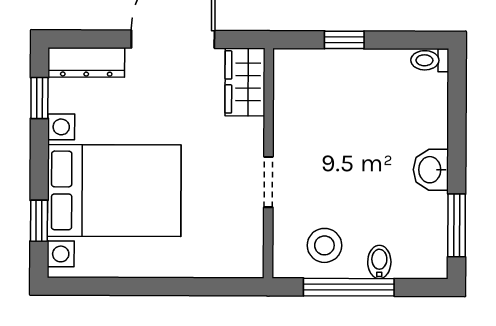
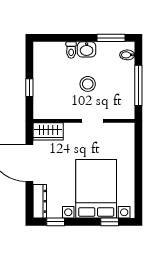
toilet: (430, 60) -> (71, 50), moved
stool: (324, 245) -> (88, 84), moved
bidet: (379, 262) -> (127, 55), moved

